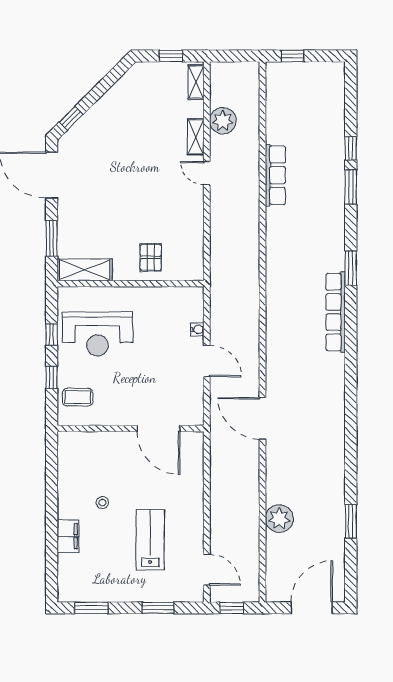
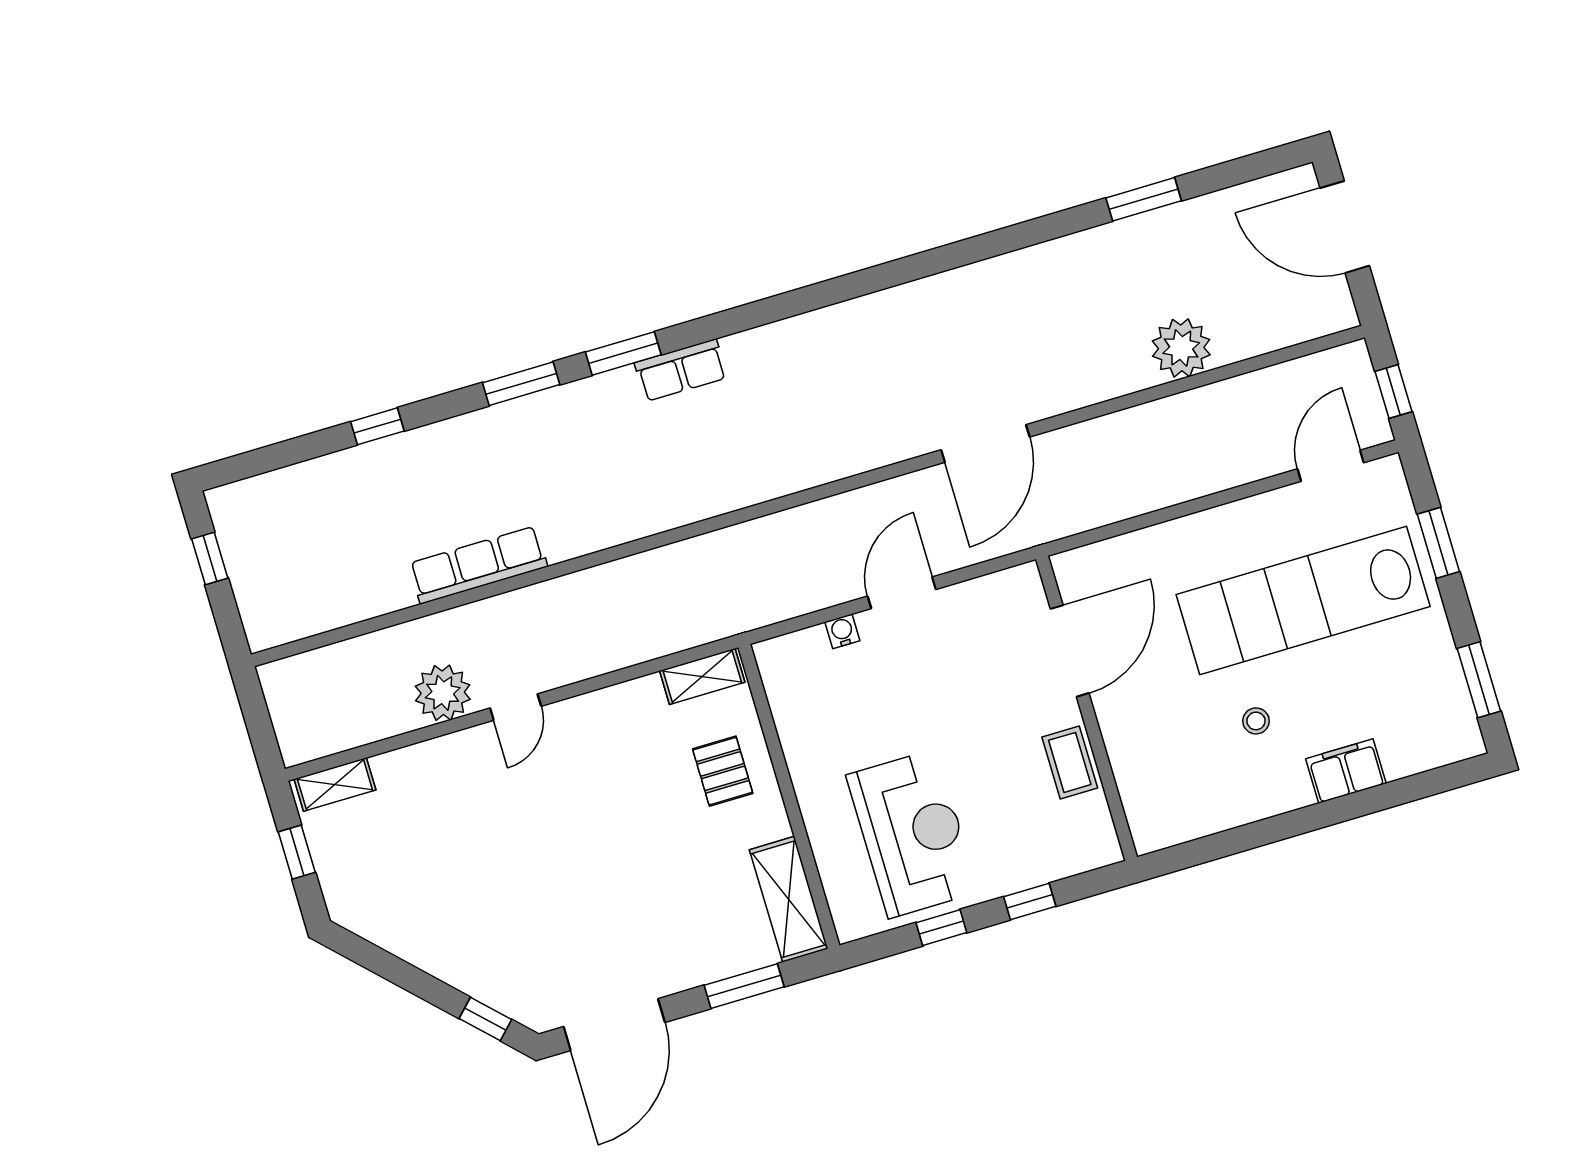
window: (292, 56) -> (210, 558), moved
plant: (223, 121) -> (443, 693), moved
shelving: (196, 137) -> (702, 676), moved
window: (351, 187) -> (521, 384), moved
pallet: (151, 257) -> (723, 771), turned 90
row of seats: (336, 312) -> (681, 370), width x0.50
coffee table: (78, 397) -> (1070, 762), moved
lab bench: (150, 540) -> (1303, 600), width x1.86, depth x1.39

